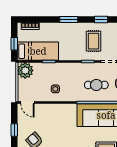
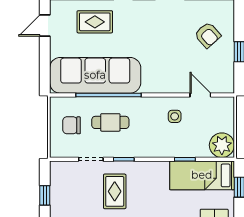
door: (27, 102) -> (200, 95), moved

